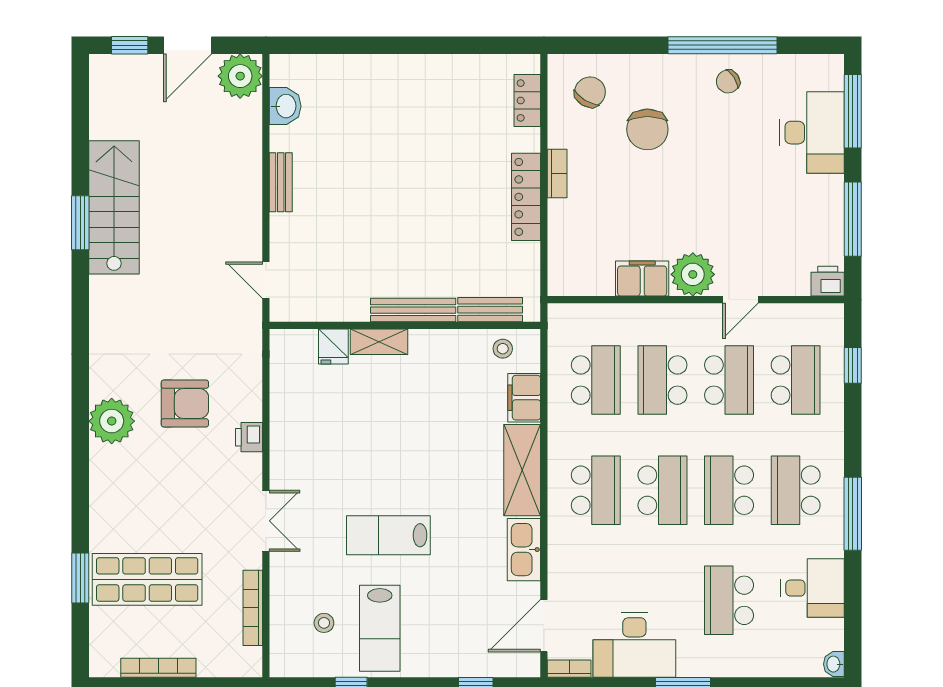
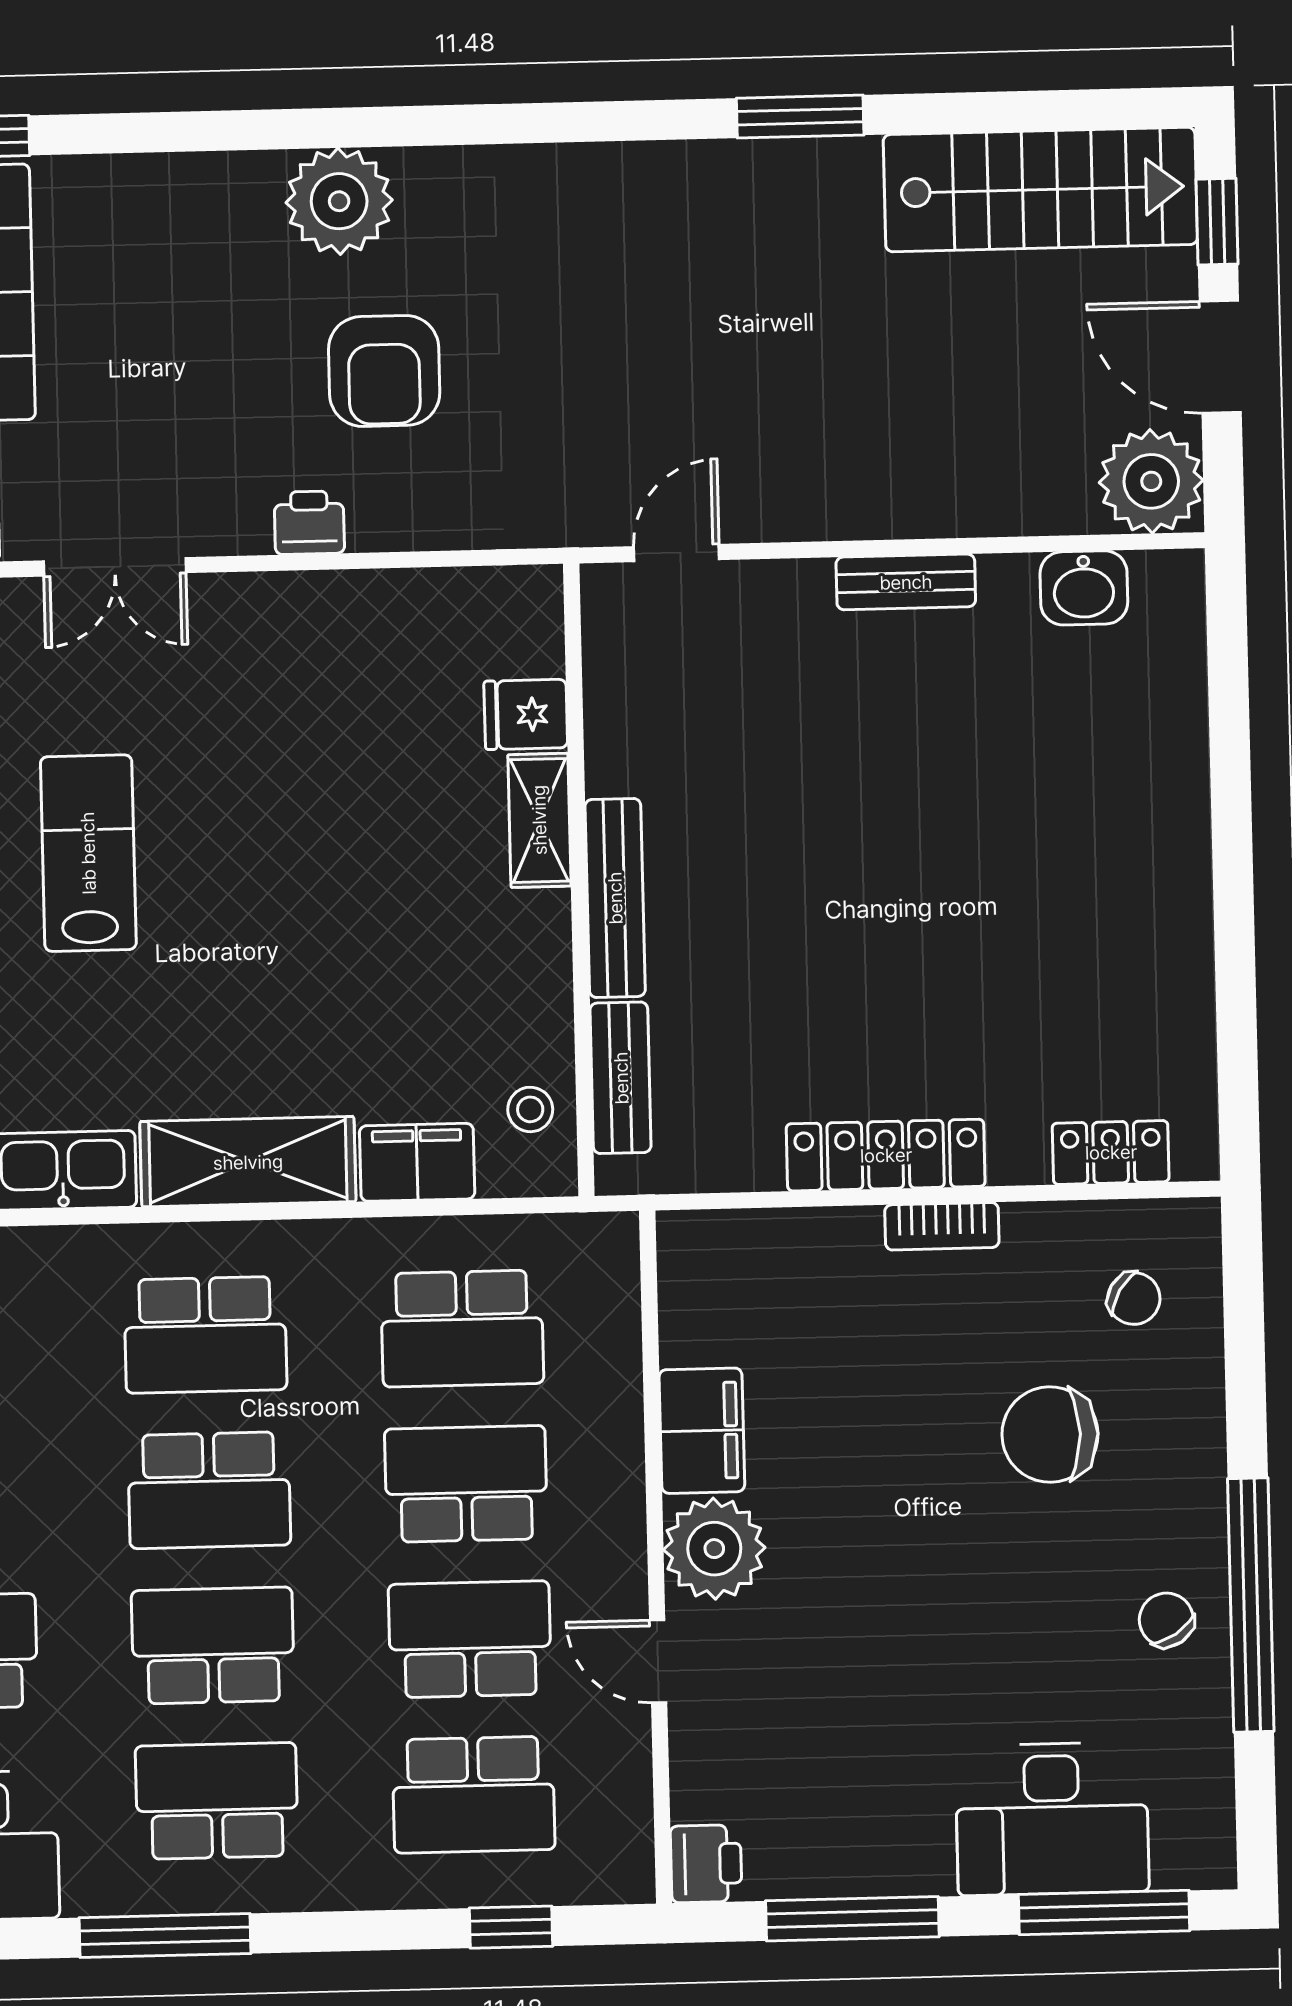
chair: (590, 92) -> (1134, 1299), width x0.73, depth x0.73
stairs: (114, 207) -> (1040, 190), moved
school desk: (729, 380) -> (470, 1639), turned 180

